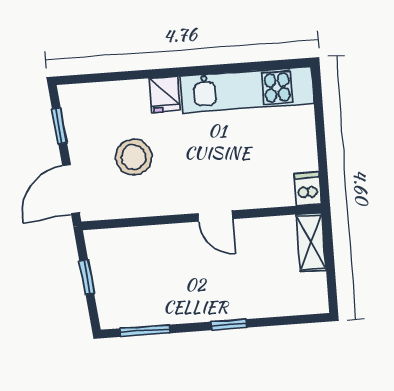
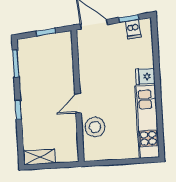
stool: (134, 157) -> (95, 127), moved
dishwasher: (308, 189) -> (133, 29), moved, turned 84
shelving: (311, 242) -> (39, 157), moved

